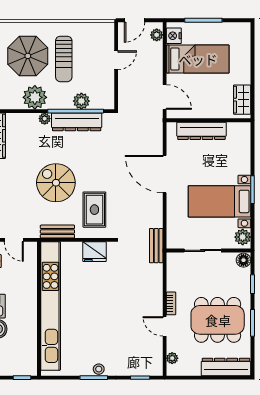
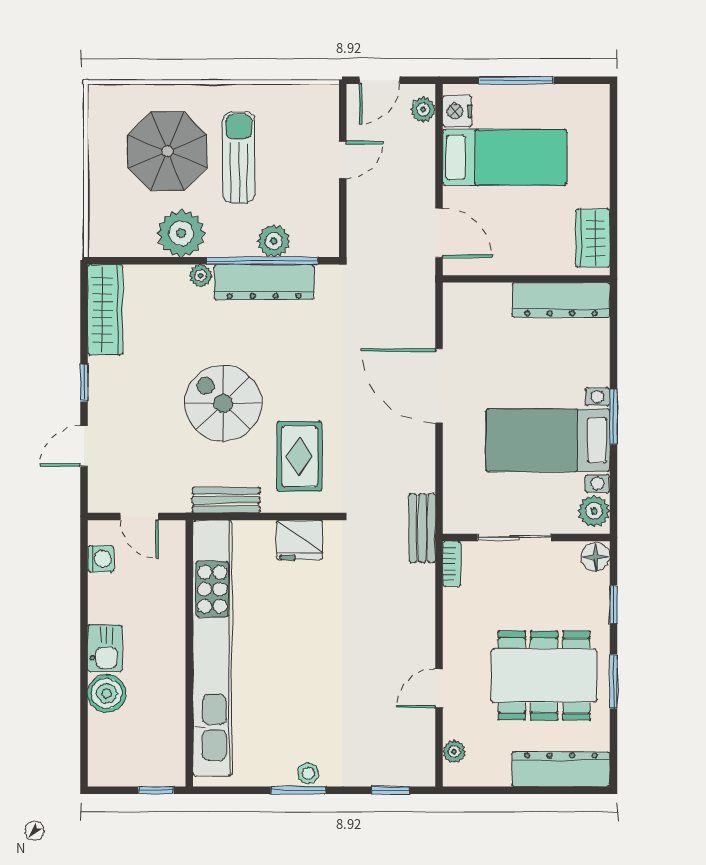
sun lounger: (64, 59) -> (239, 157), turned 180
dresser: (201, 131) -> (561, 300), moved
bookcase: (171, 303) -> (452, 564), moved
door: (165, 326) -> (439, 688), hinge flipped

